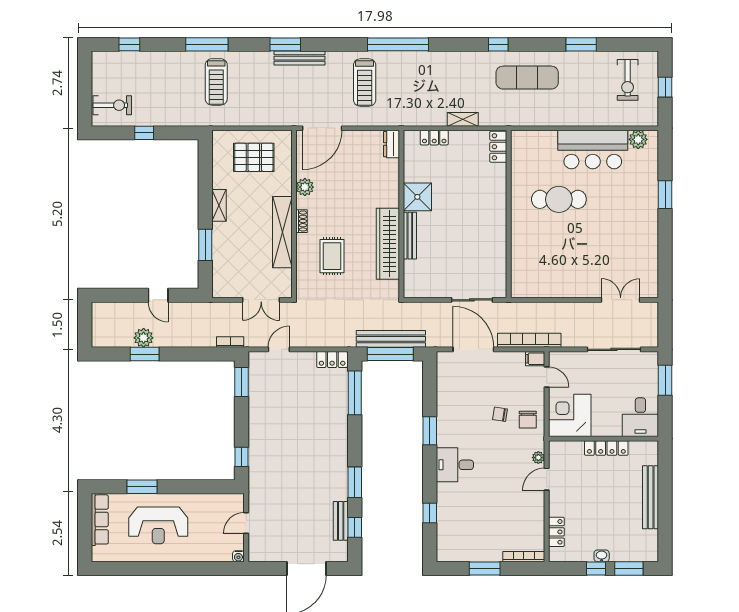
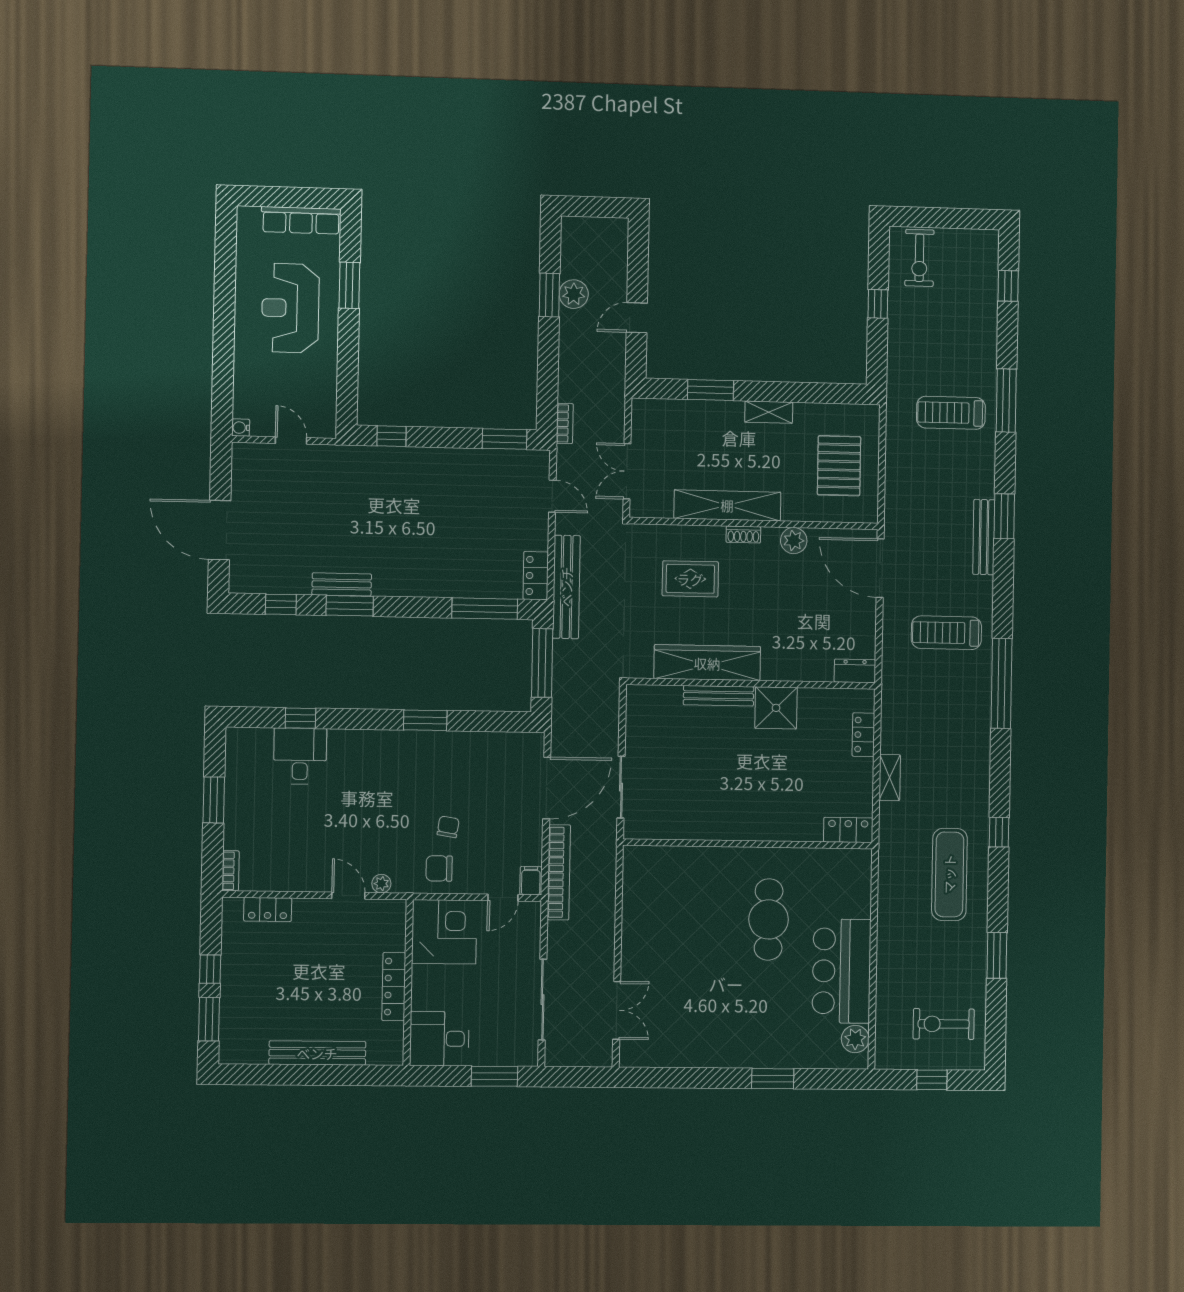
bench: (391, 339) -> (566, 587), moved
desk: (455, 465) -> (300, 756), moved
bench: (341, 521) -> (342, 584), moved
washbasin: (602, 556) -> (229, 978), removed
bookcase: (524, 557) -> (230, 871), width x0.64

